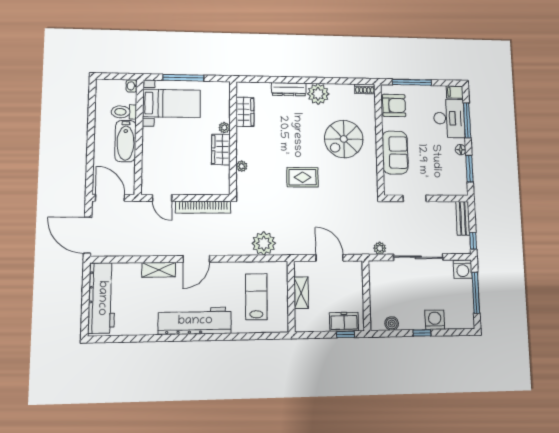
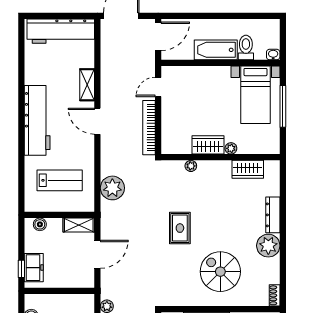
shelving: (301, 293) -> (79, 225), moved
boiler: (301, 316) -> (40, 224), added

